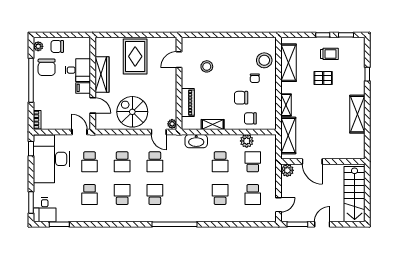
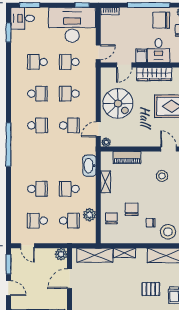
pallet: (323, 78) -> (151, 289), turned 90
spiral stairs: (132, 112) -> (118, 103), turned 90
school desk: (155, 162) -> (69, 125), turned 180

